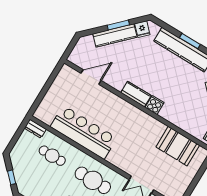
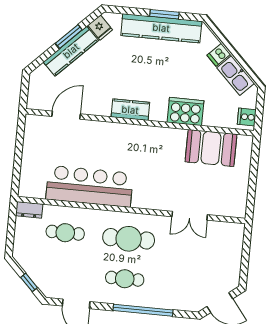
cooker: (155, 105) -> (185, 111), moved, width x1.87, depth x1.31

